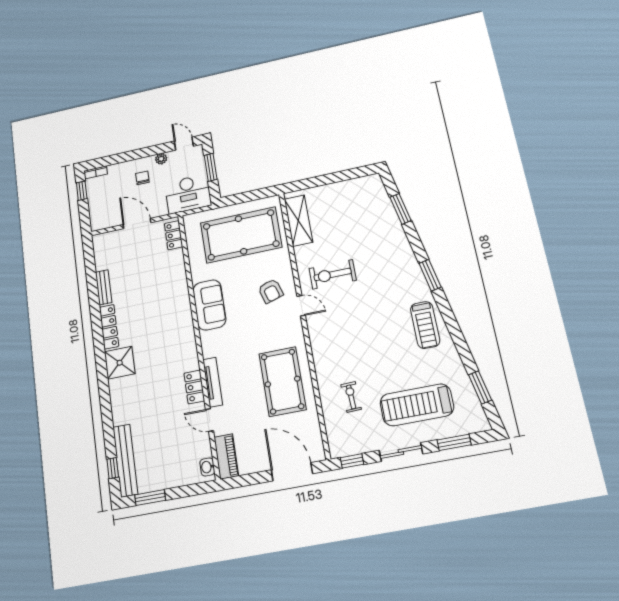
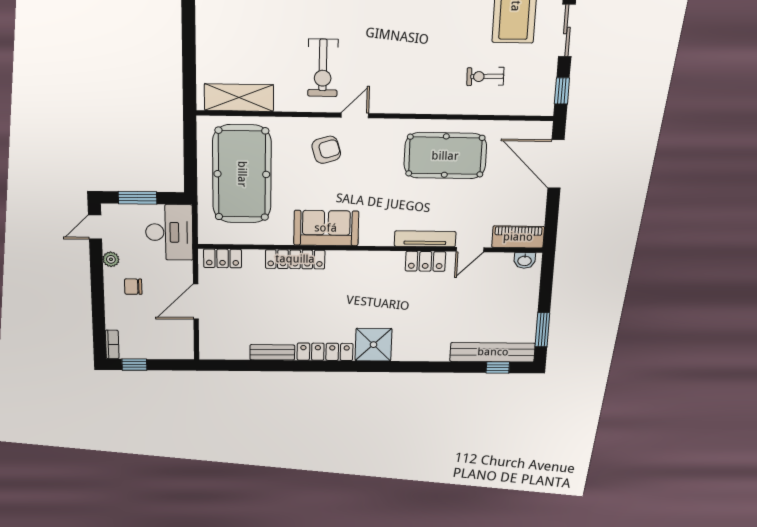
locker: (181, 288) -> (295, 259), added
door: (292, 472) -> (556, 164), hinge flipped

